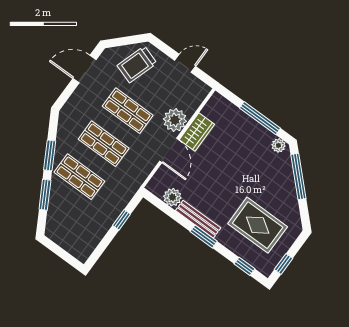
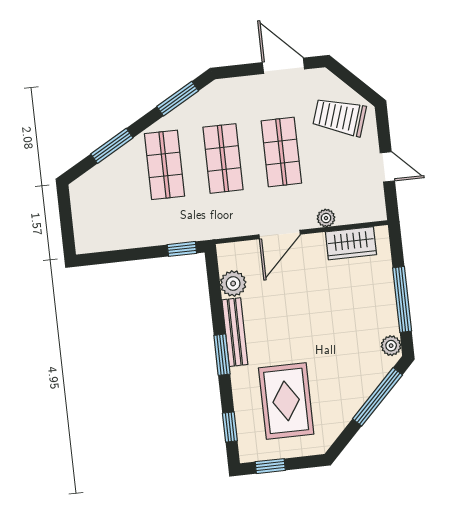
plant: (175, 120) -> (326, 218), width x0.53, depth x0.53
wardrobe: (197, 132) -> (351, 243), moved
window: (50, 155) -> (178, 99), moved
window: (122, 220) -> (182, 249), moved

